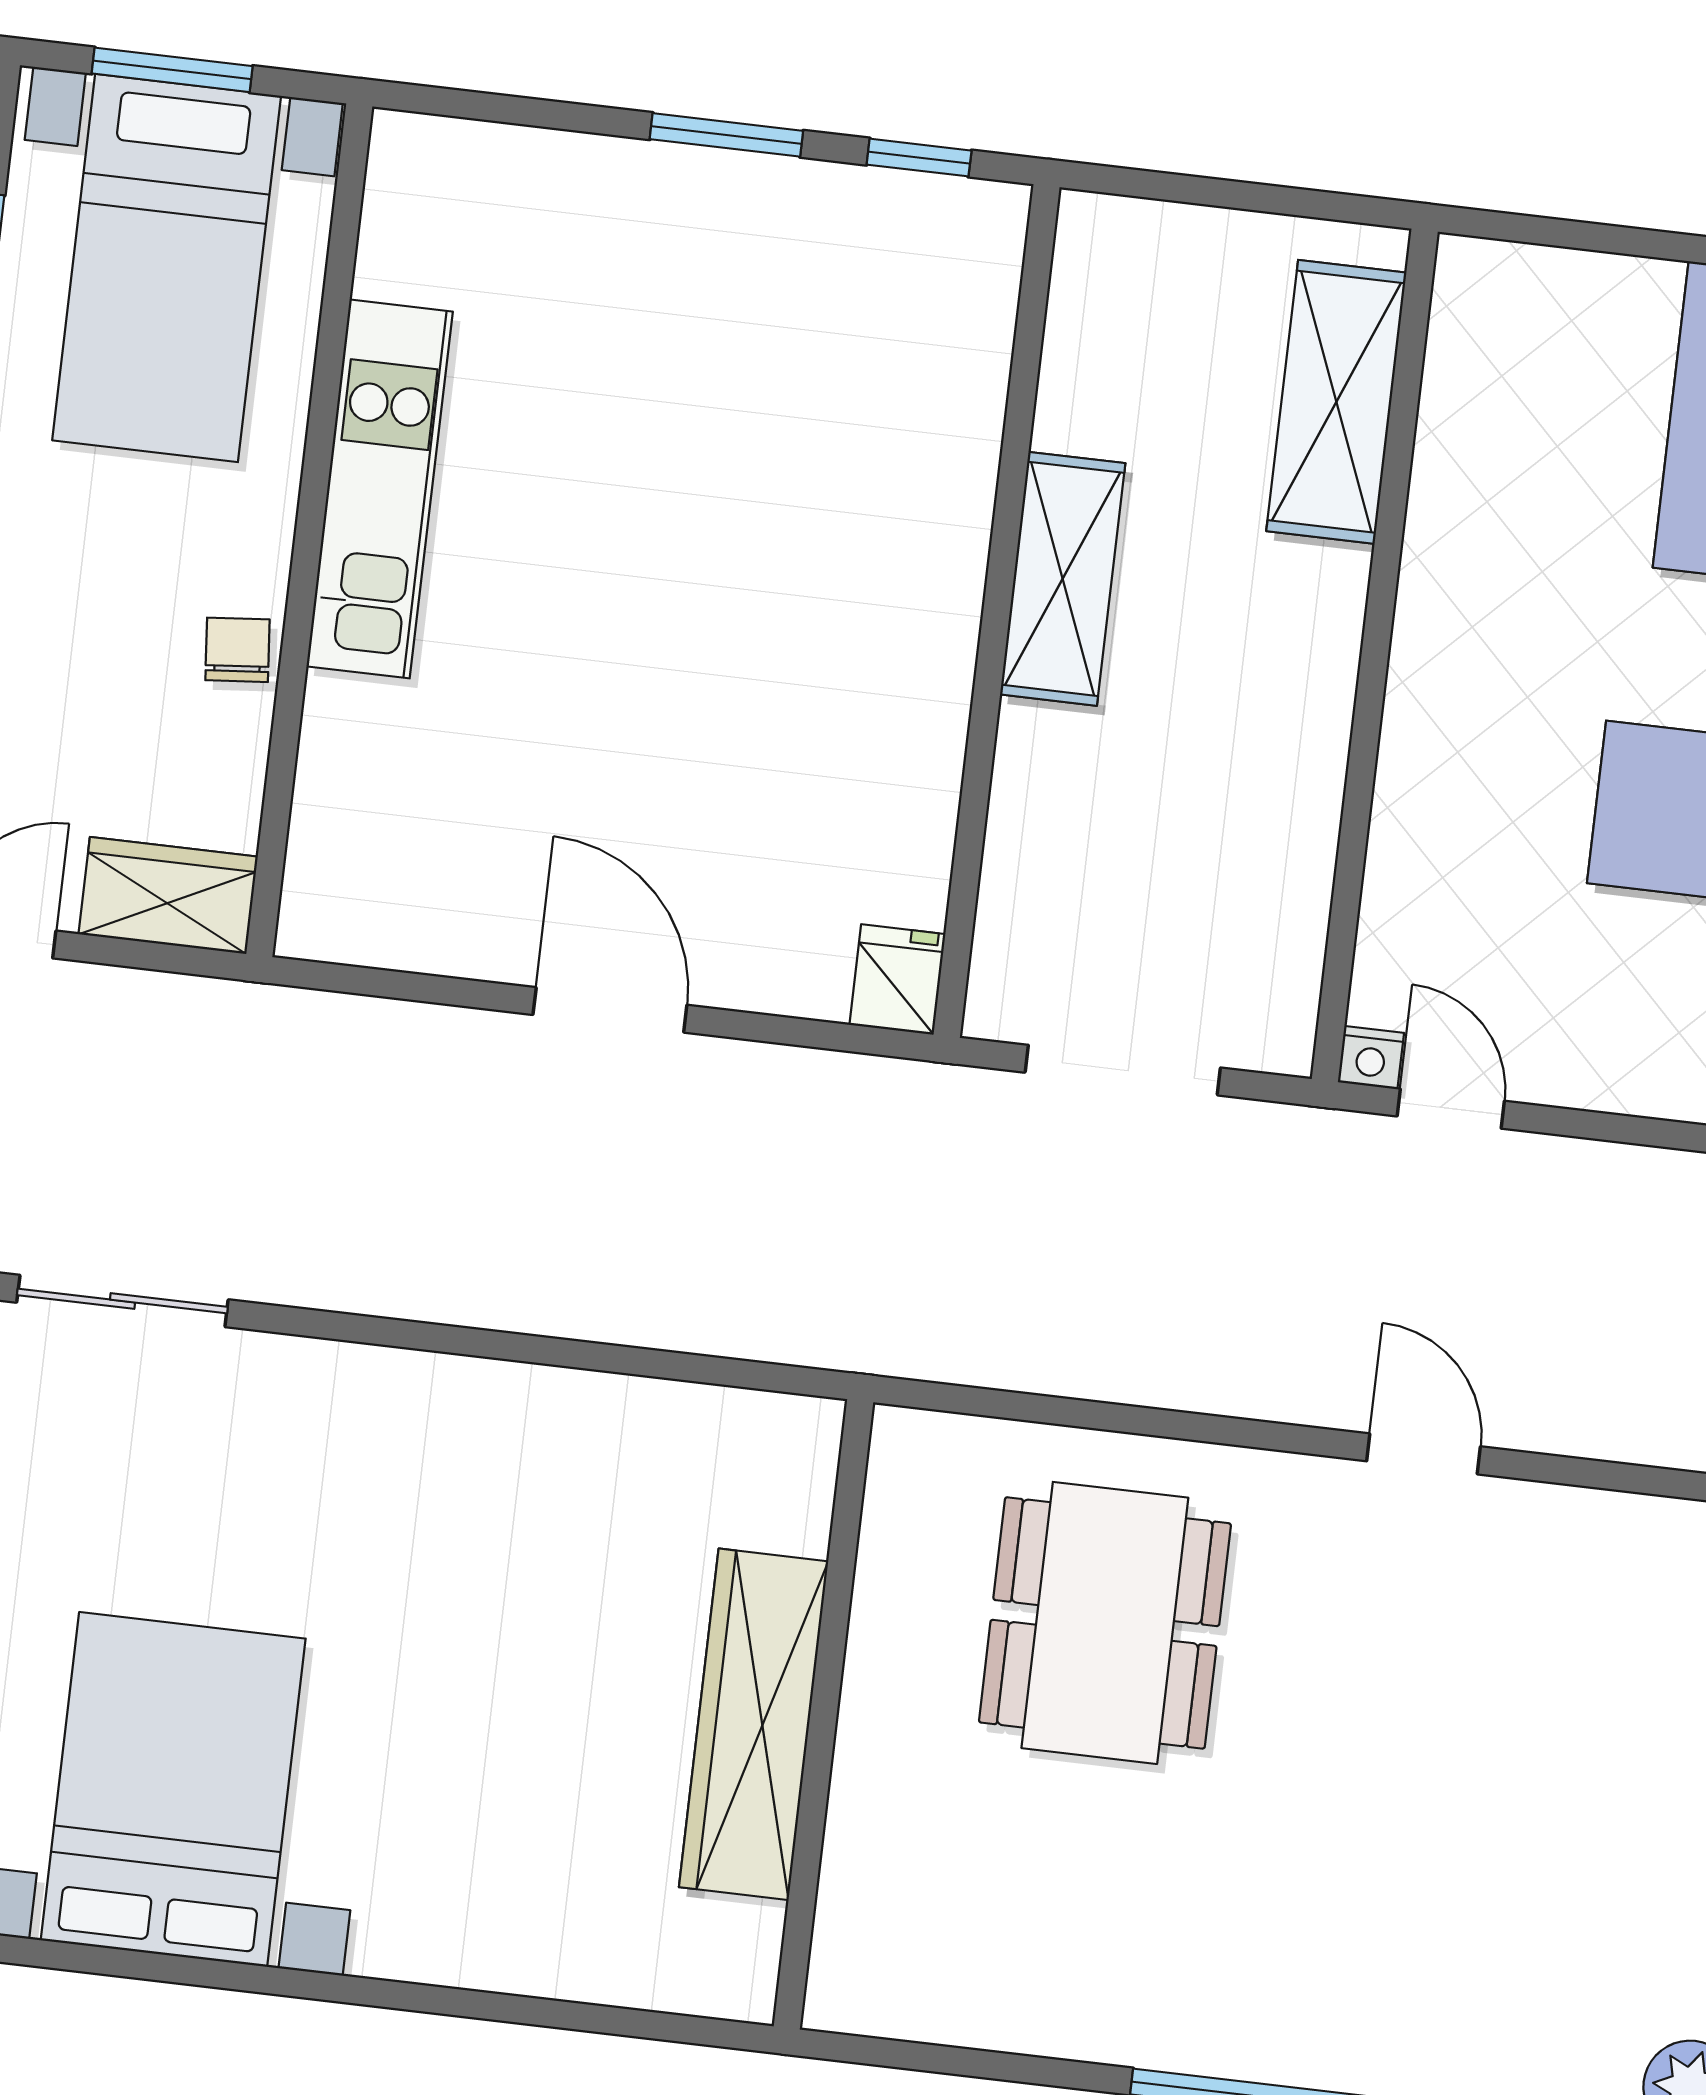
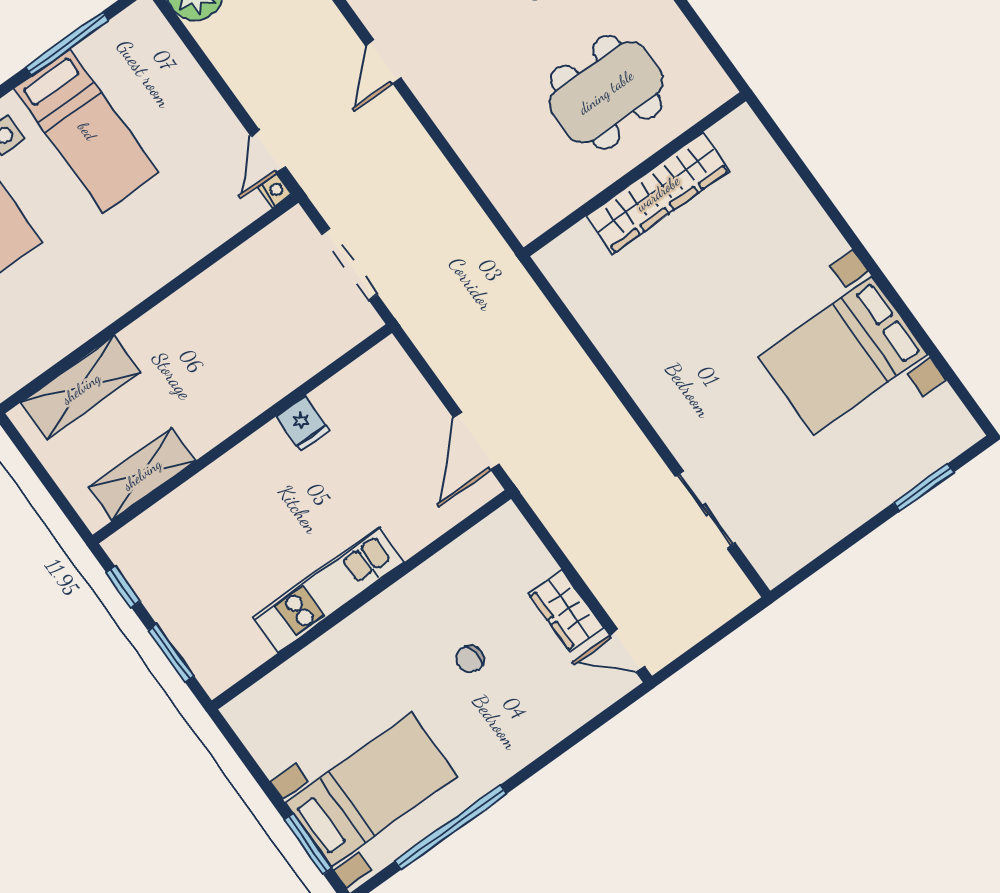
kitchen unit: (380, 489) -> (329, 589), moved
wall: (309, 530) -> (361, 600), moved
shelving: (1063, 579) -> (142, 474), moved
fridge: (897, 979) -> (303, 423), moved, turned -90
dining table: (1105, 1623) -> (606, 92), moved

